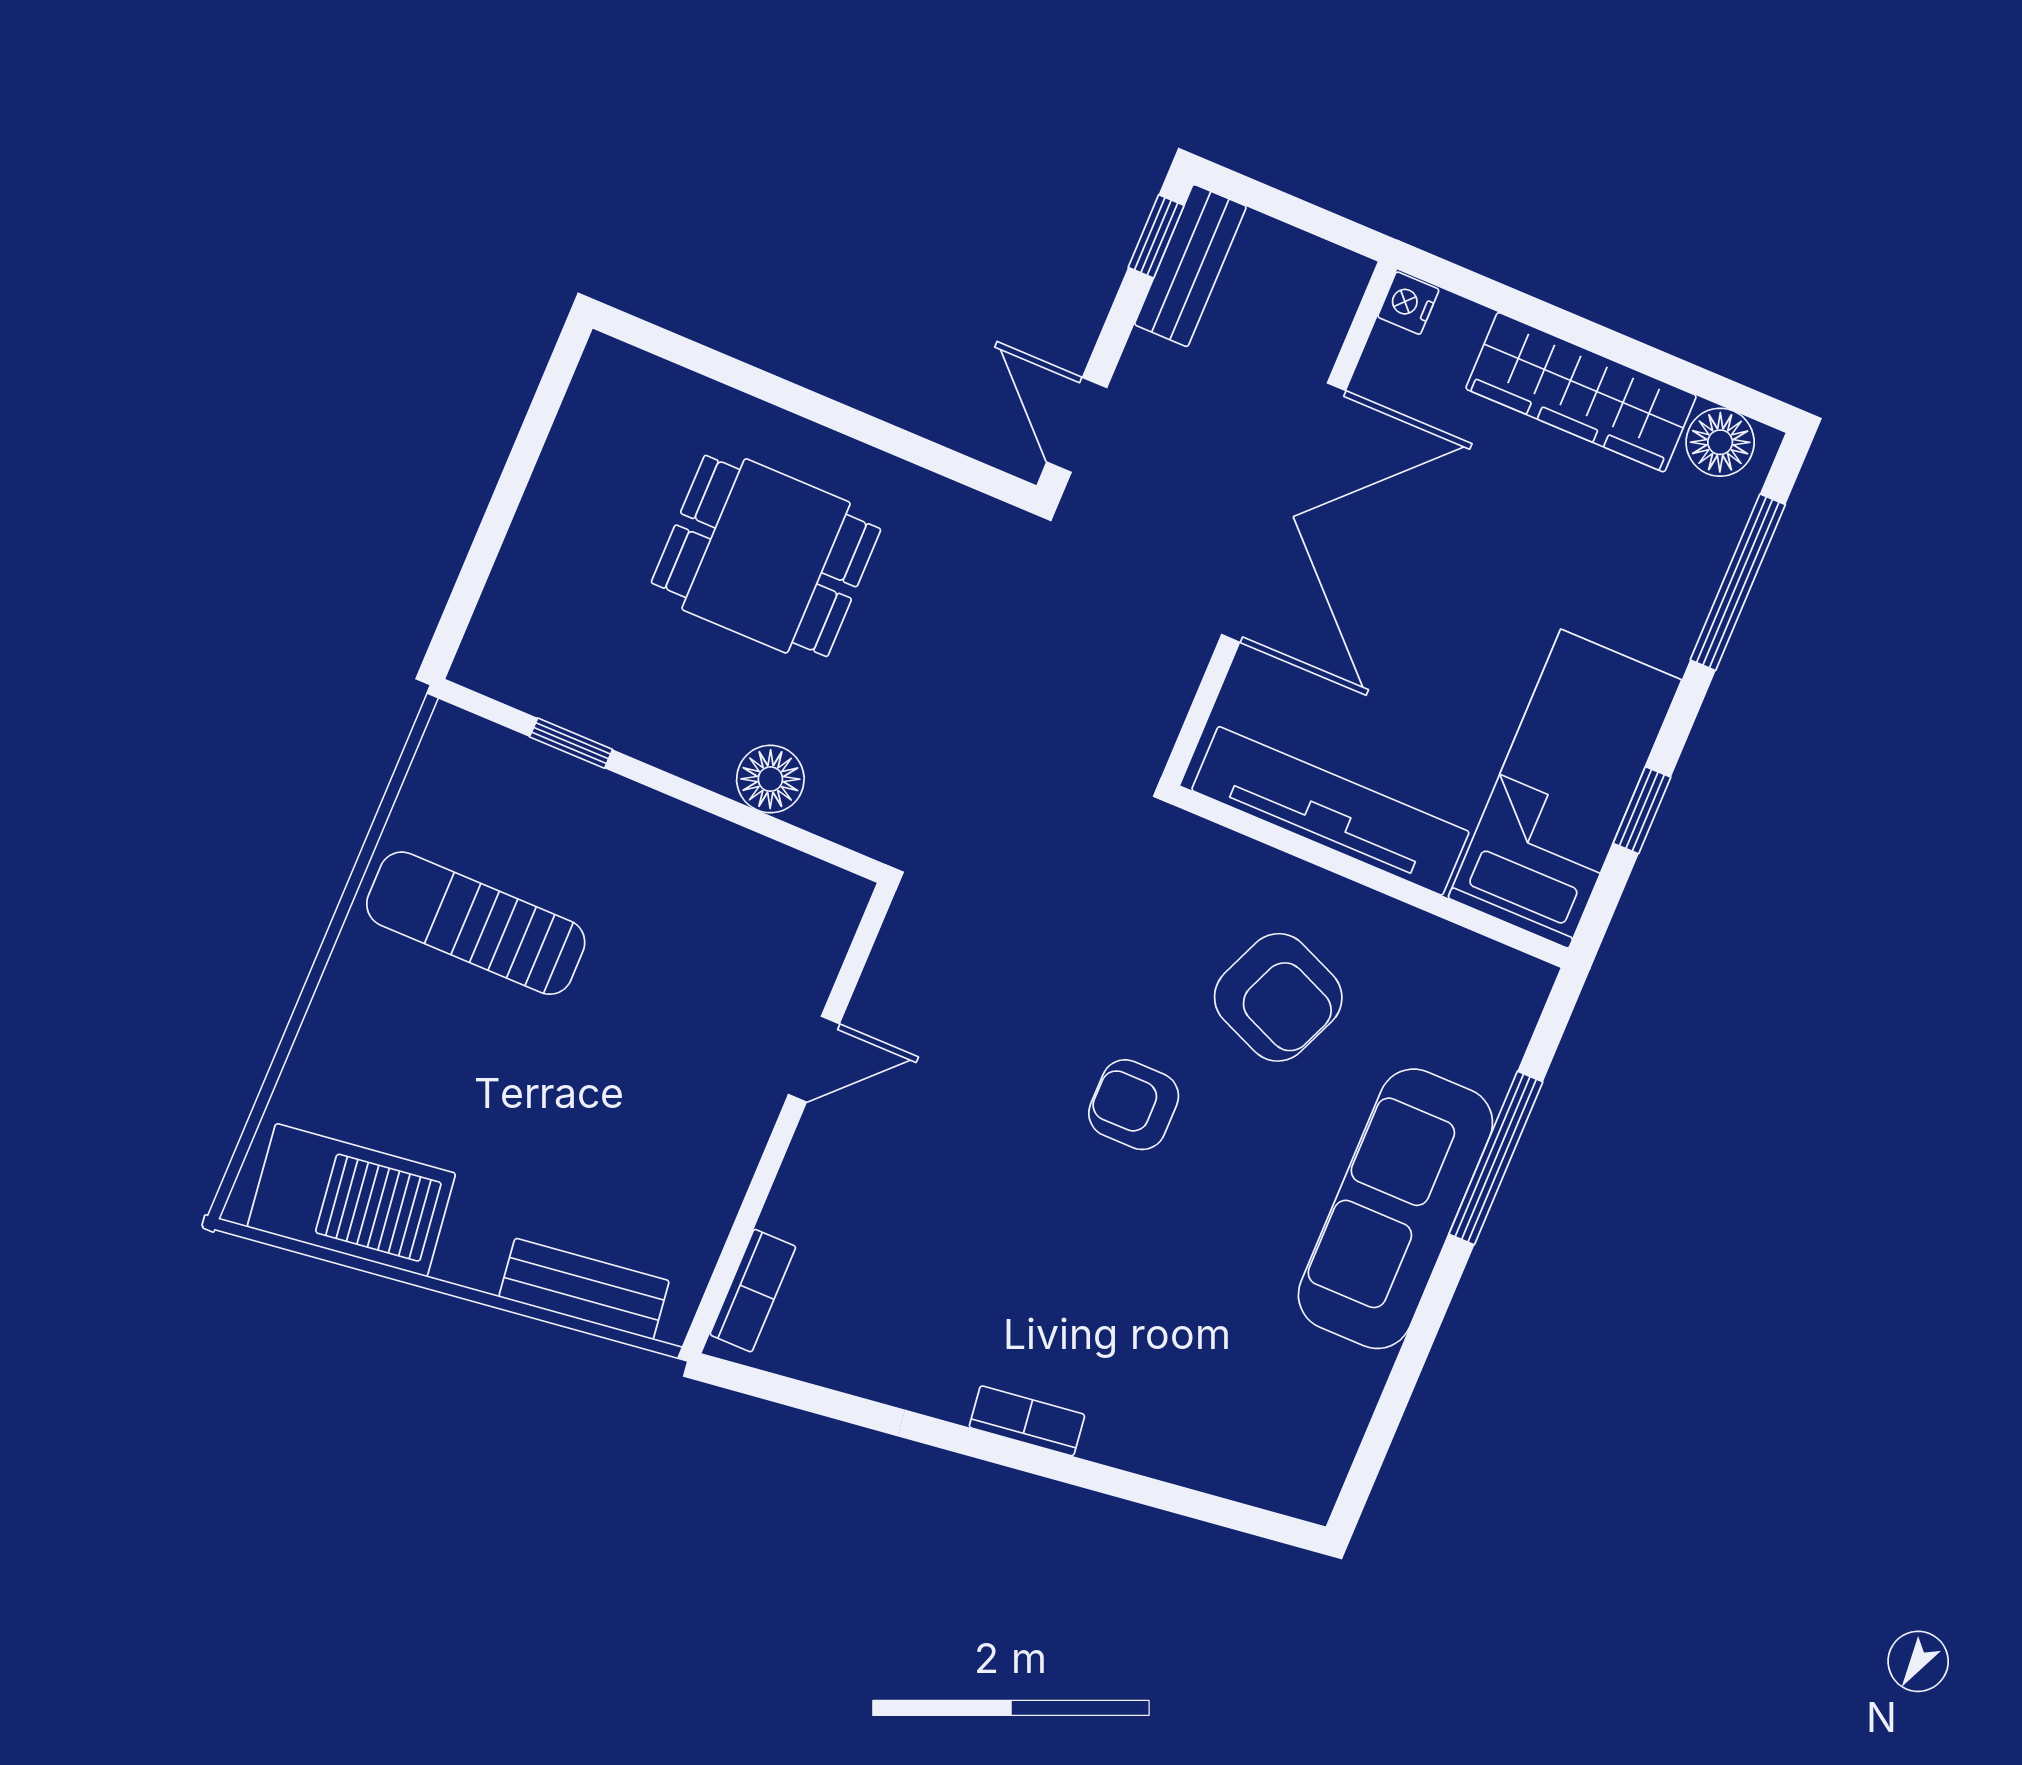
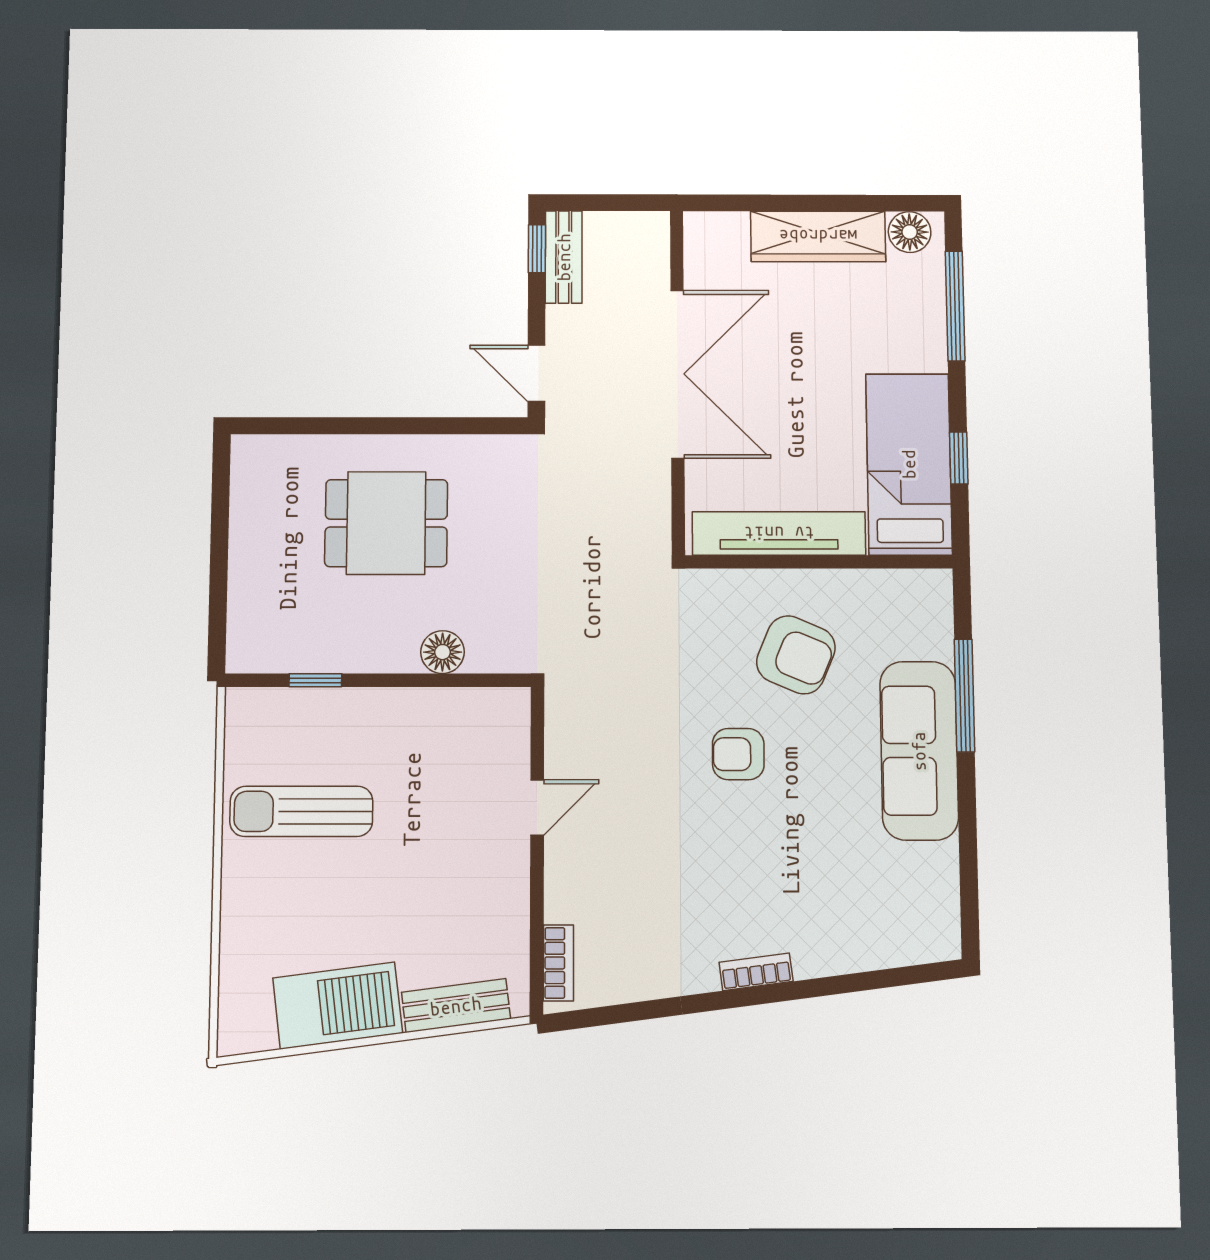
nightstand: (1408, 303) -> (698, 227), removed
barbecue: (351, 1200) -> (338, 1006), moved

